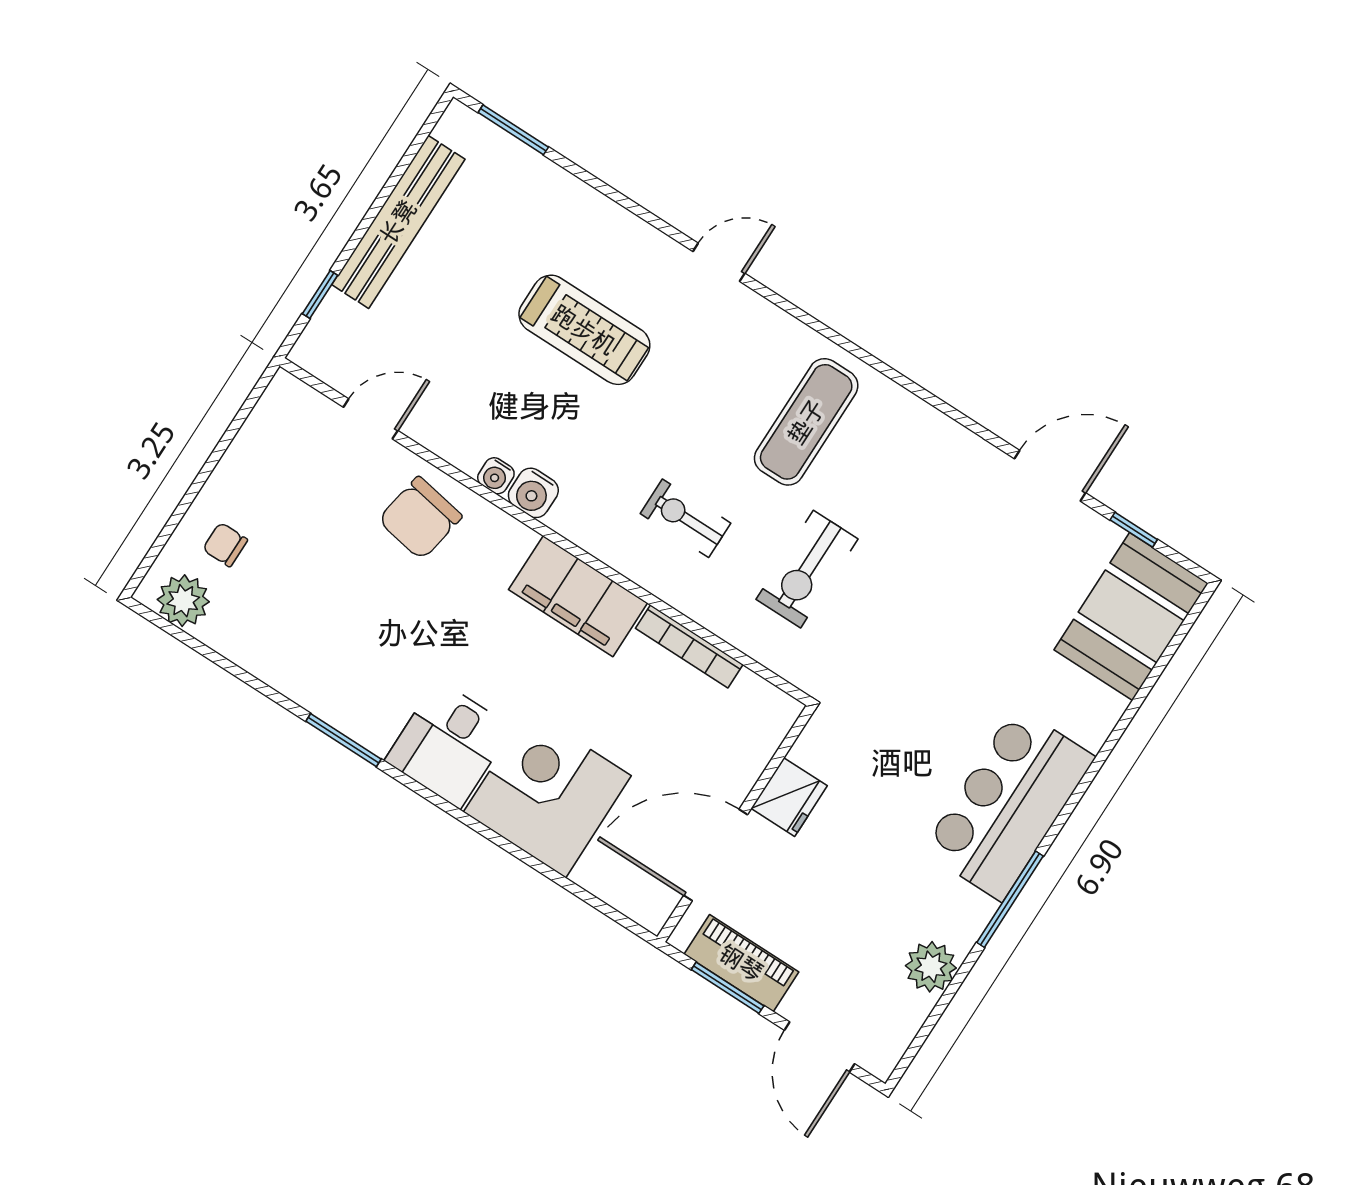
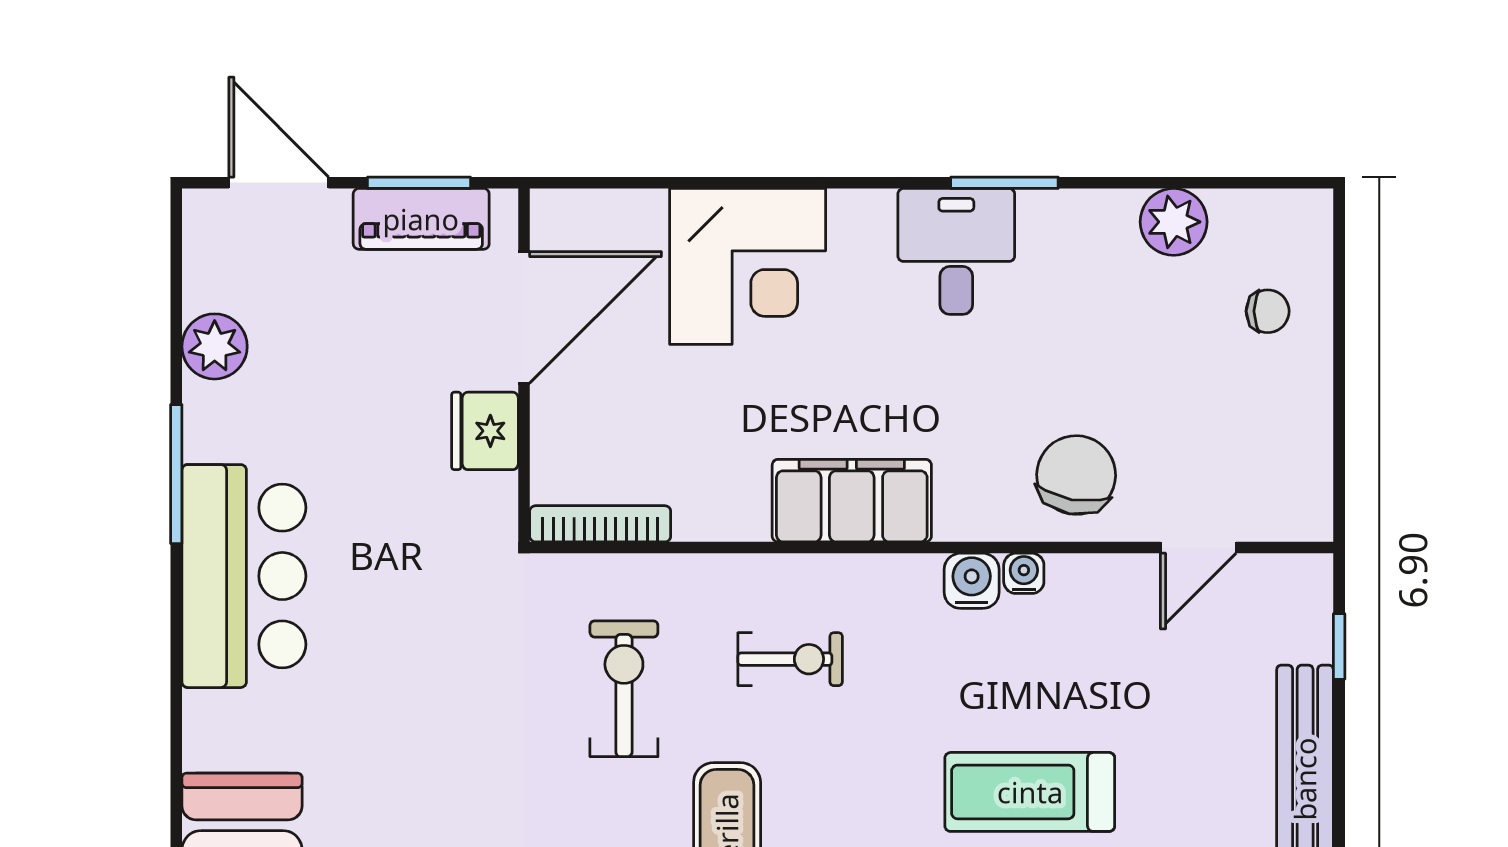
plant: (183, 601) -> (1174, 222), moved
bookcase: (689, 646) -> (600, 524), moved
desk: (448, 744) -> (956, 251), moved

